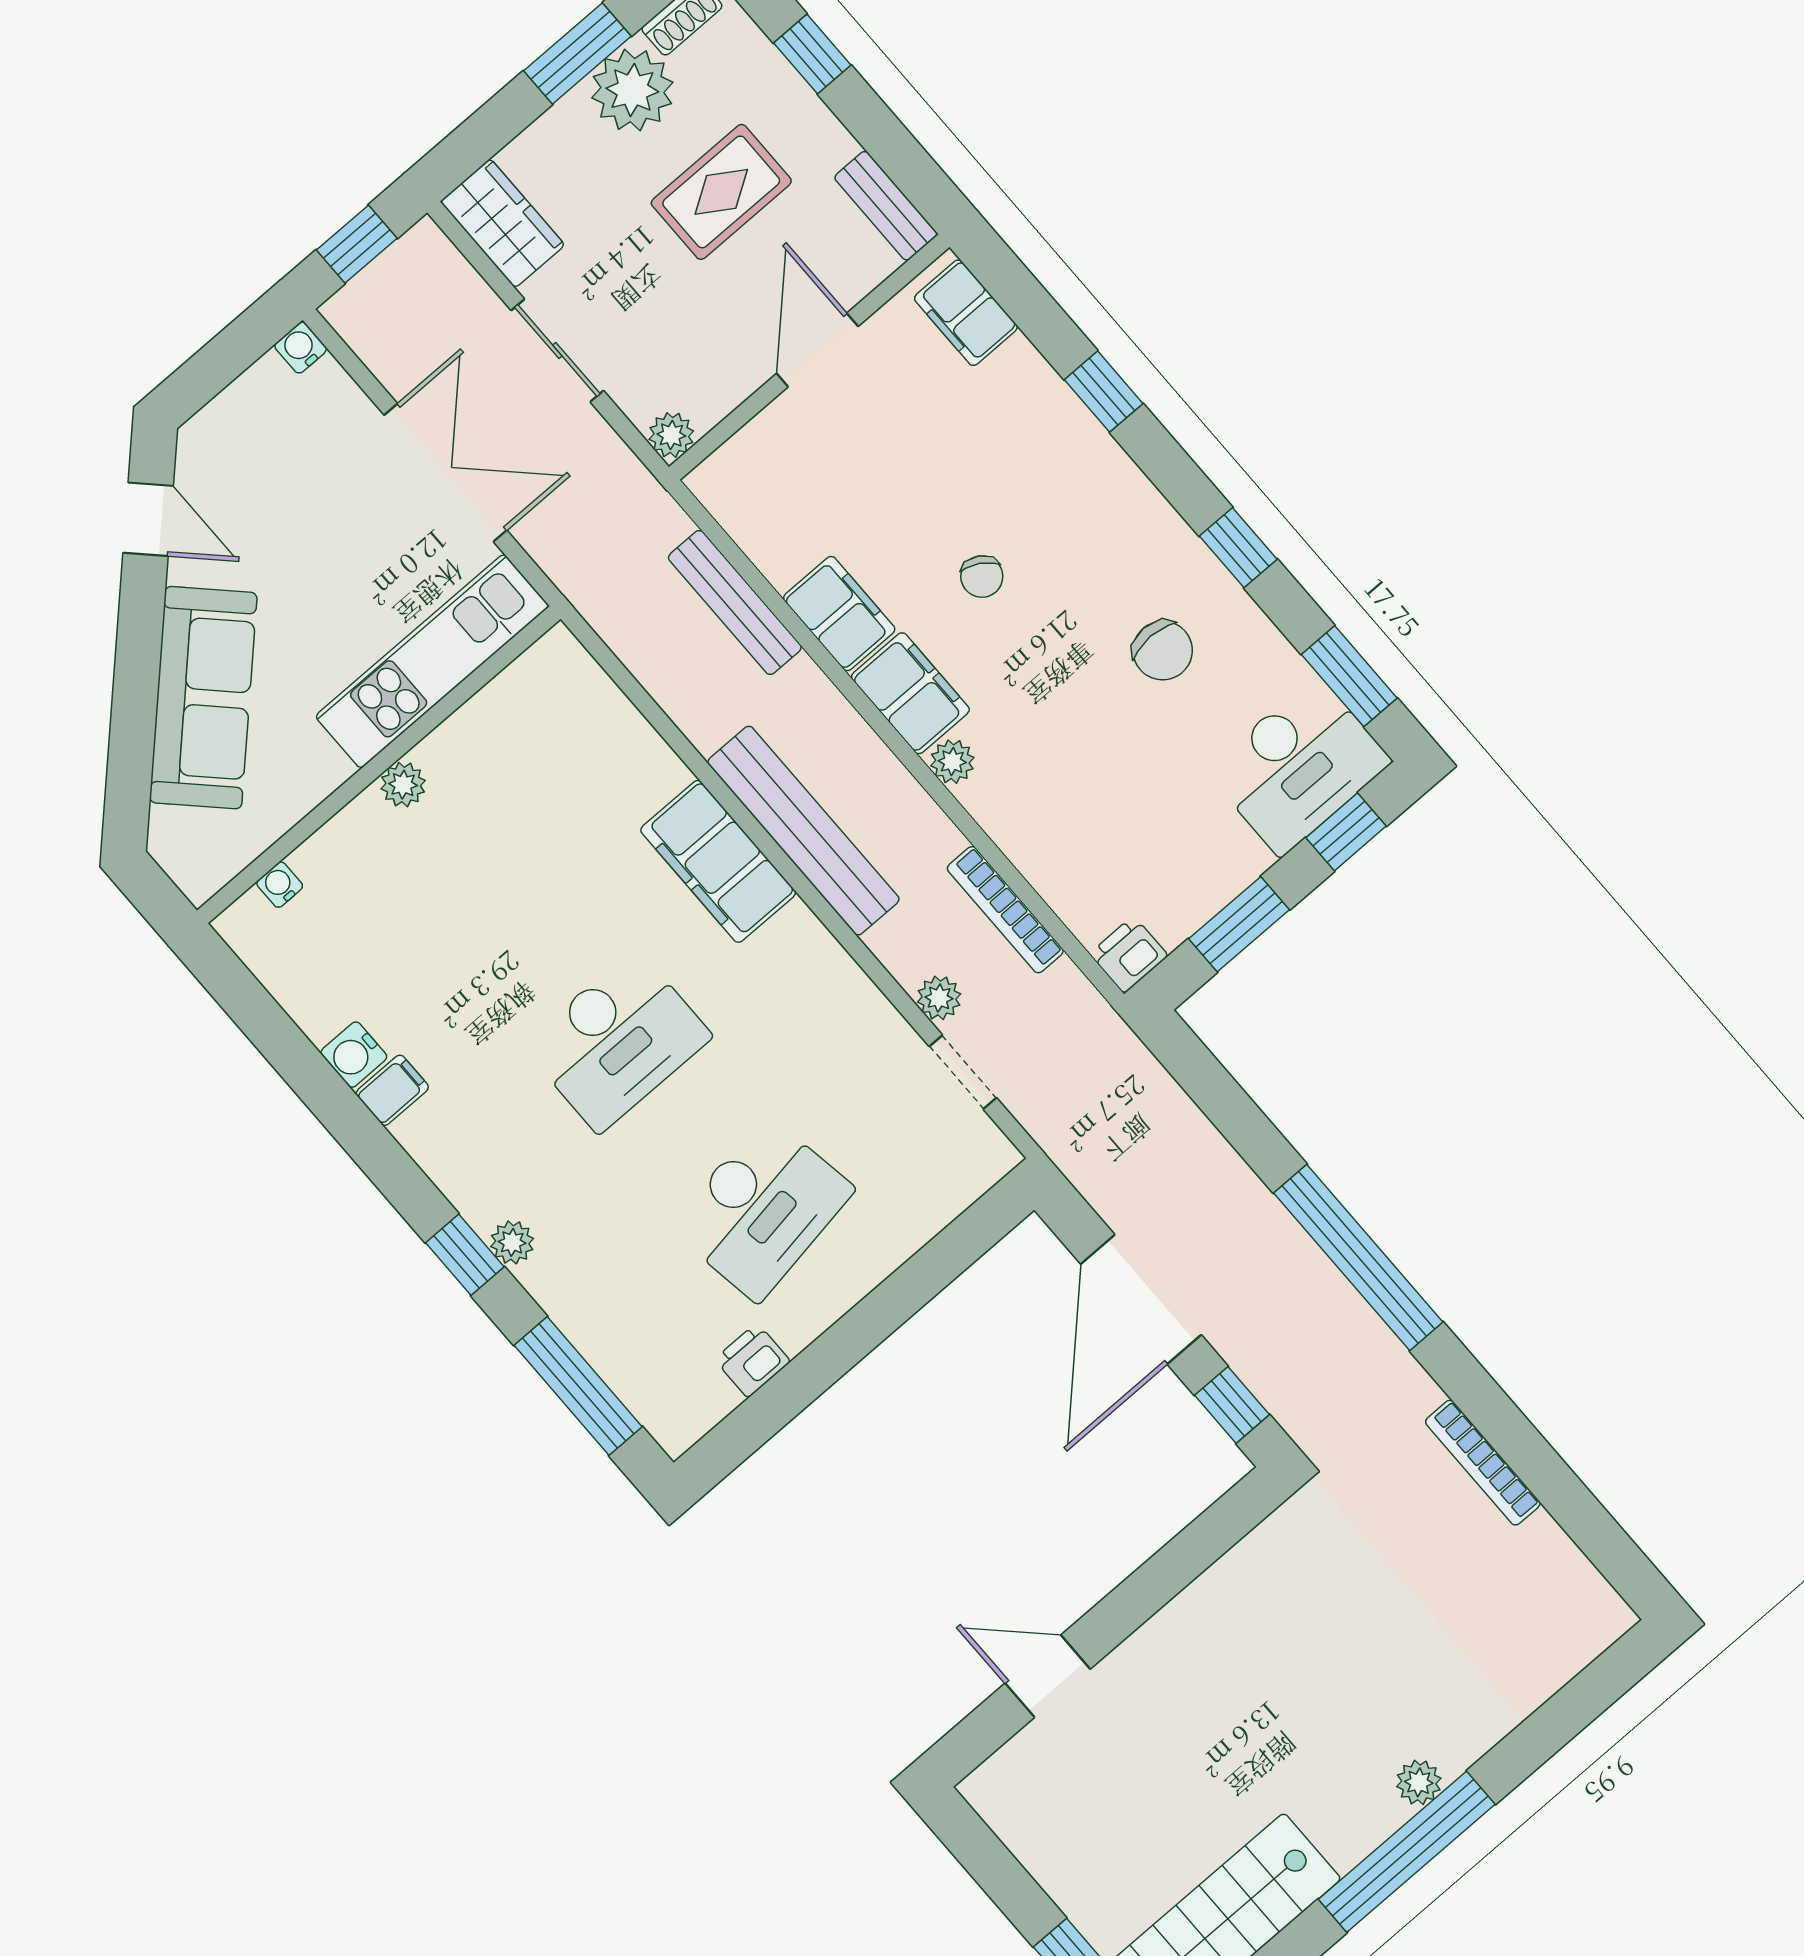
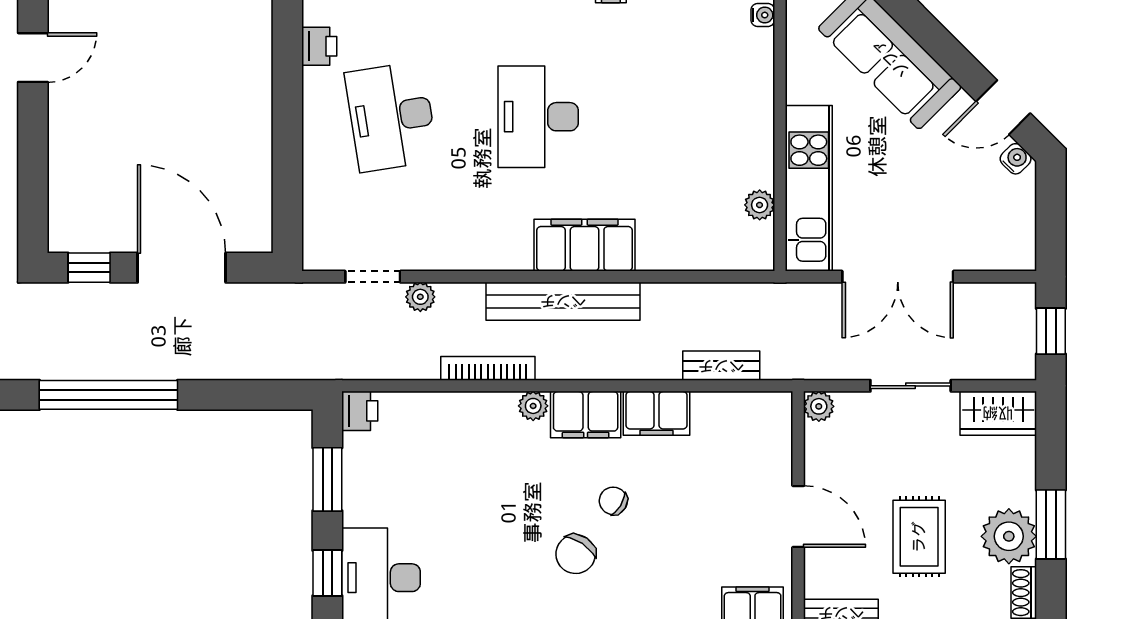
water cooler: (301, 348) -> (1016, 159), moved, turned -45
bench: (735, 603) -> (721, 366), width x0.73
chair: (1163, 650) -> (576, 554), moved, turned -56
plant: (403, 785) -> (760, 205), moved
bookcase: (1005, 910) -> (488, 368), moved

